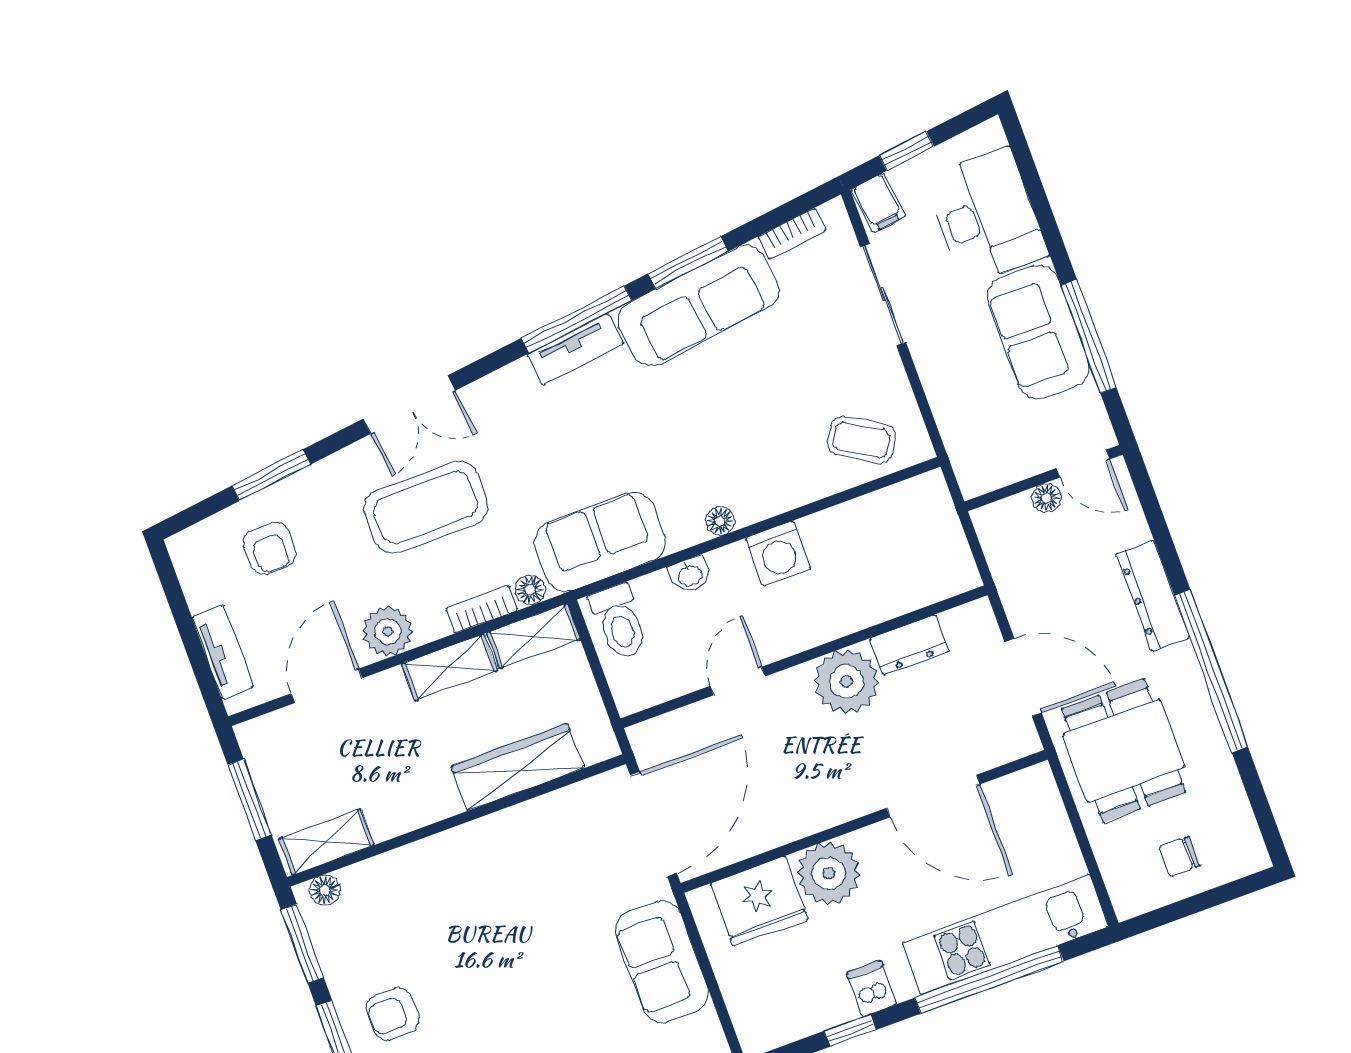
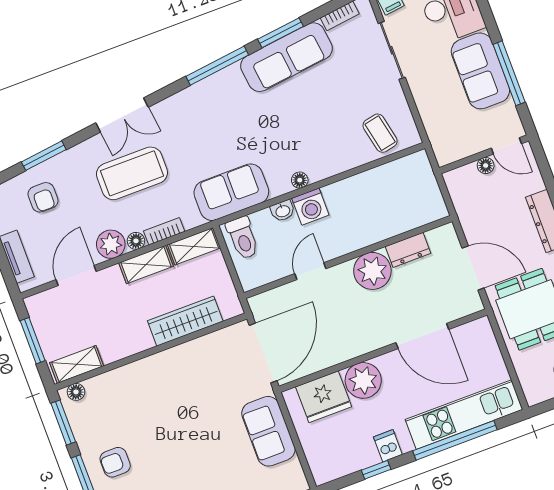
tv unit: (575, 349) -> (216, 83), removed
coffee table: (862, 440) -> (380, 133), turned 47
washing machine: (778, 553) -> (310, 207), moved
floor lamp: (530, 590) -> (136, 241), moved

